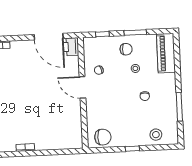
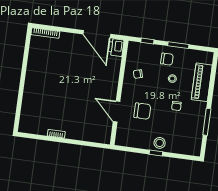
piano: (166, 53) -> (202, 82), moved
door: (83, 87) -> (117, 112), moved
stool: (156, 135) -> (160, 143), moved
chair: (103, 137) -> (142, 111), moved

